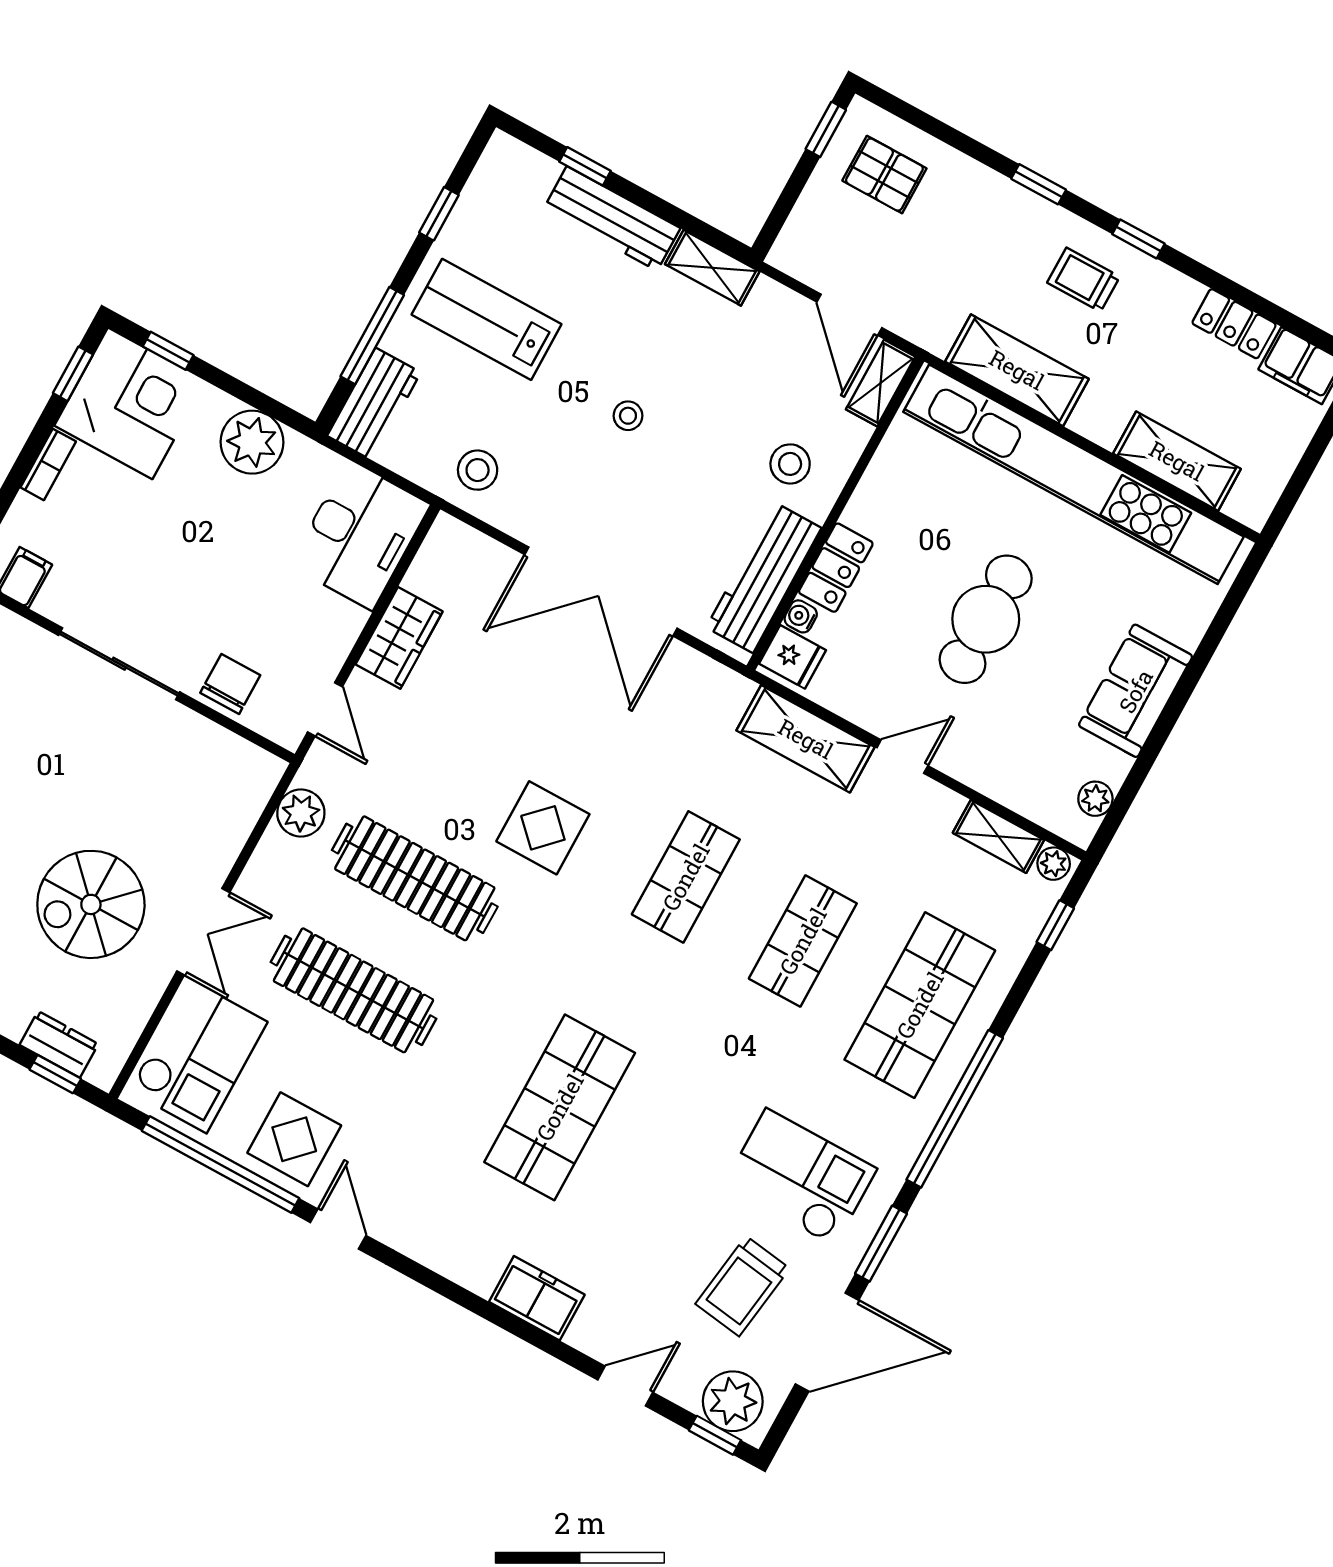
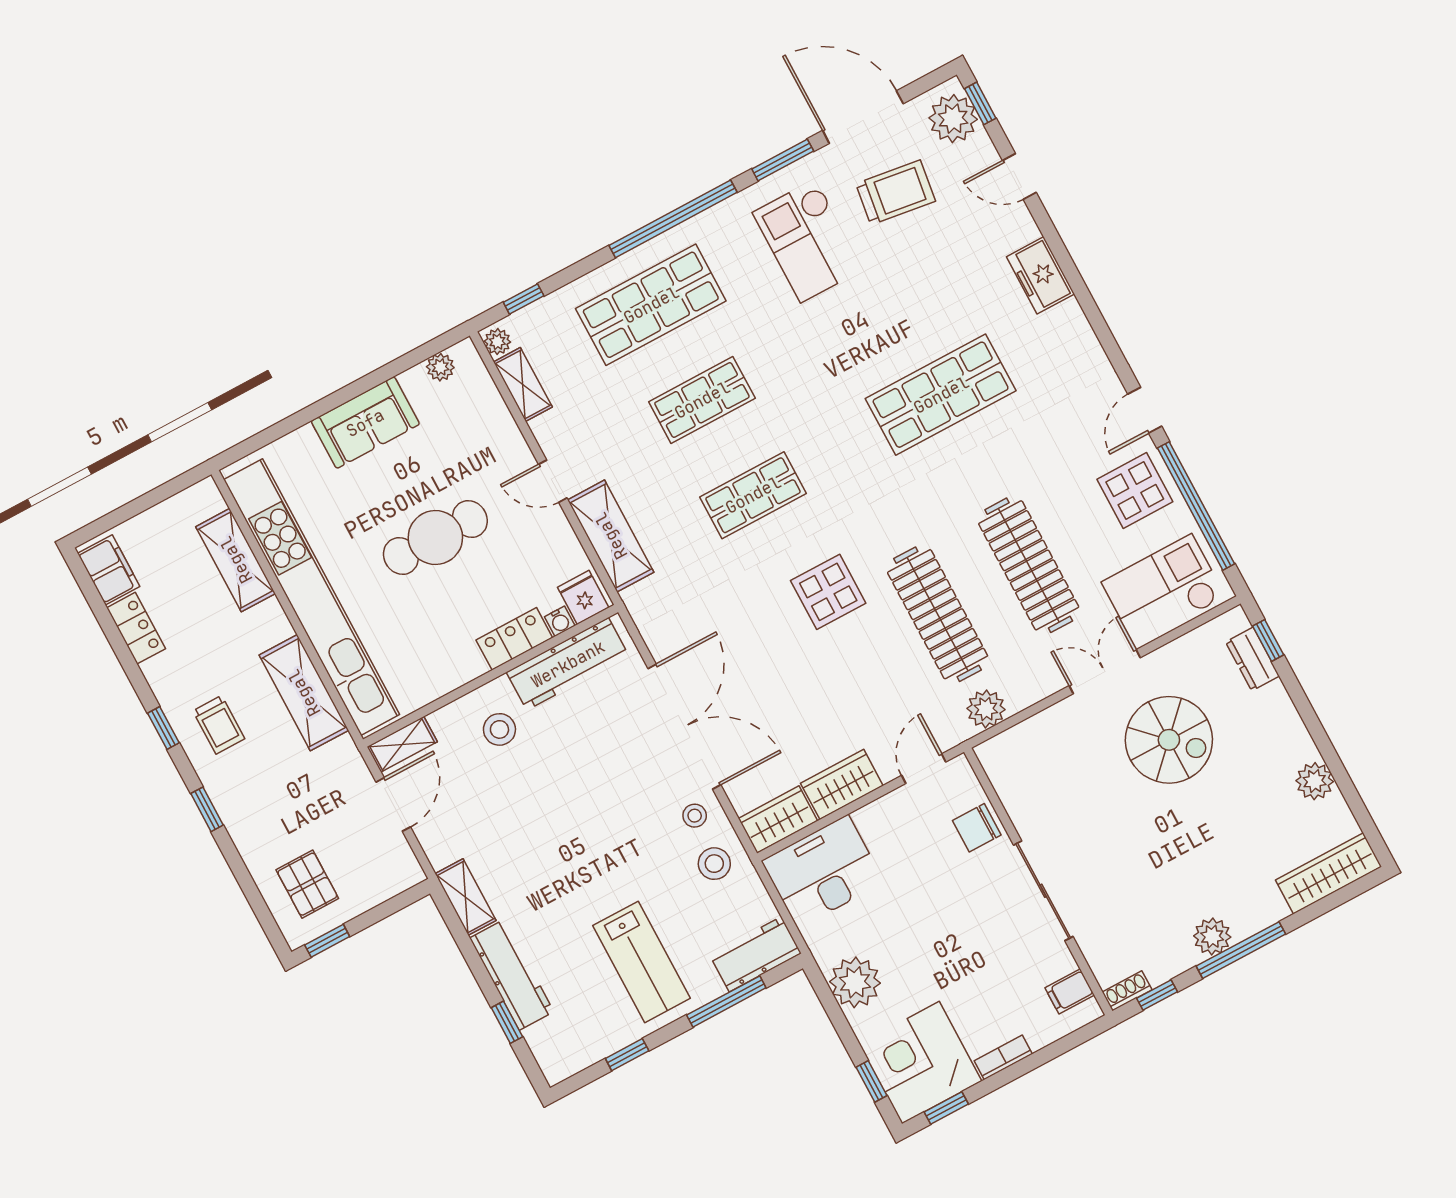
stool: (628, 416) -> (695, 816), moved
wardrobe: (441, 558) -> (778, 820), added

